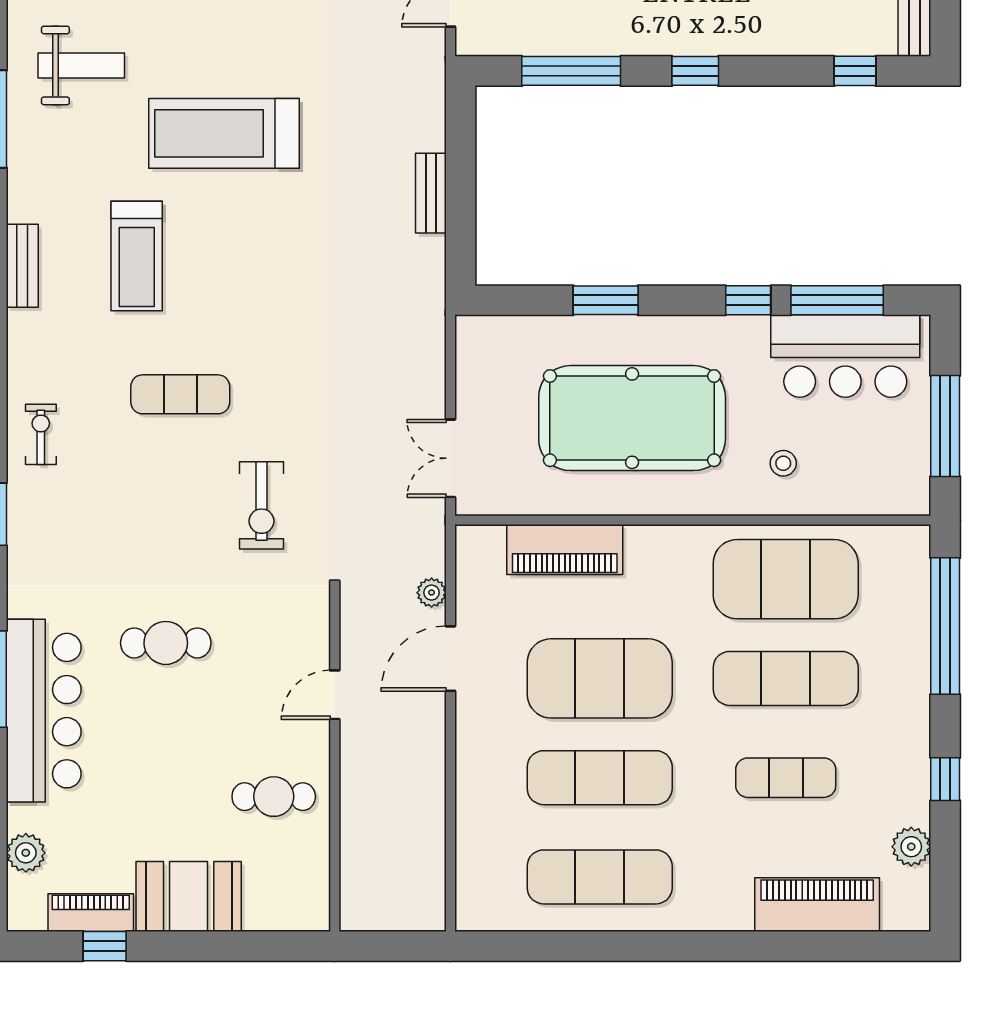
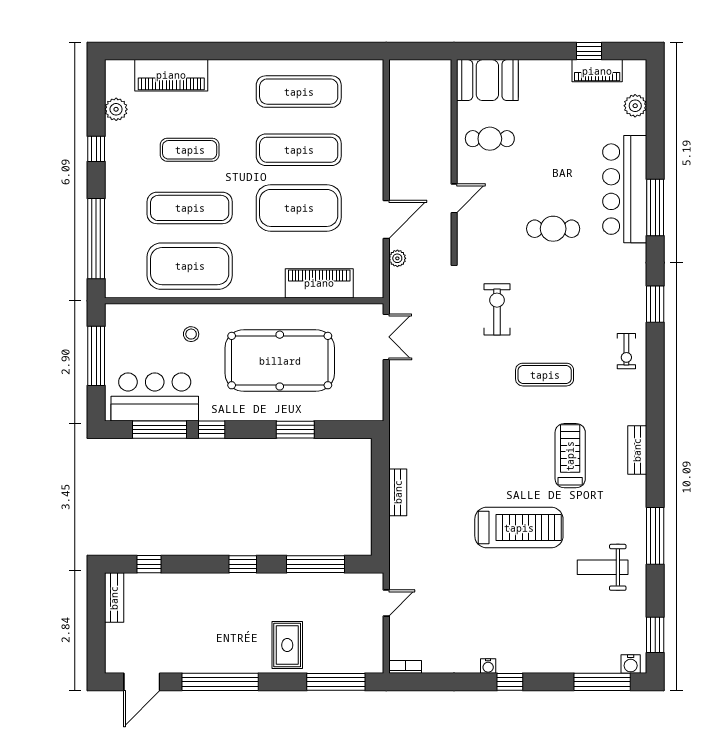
booth: (189, 896) -> (487, 80), moved

